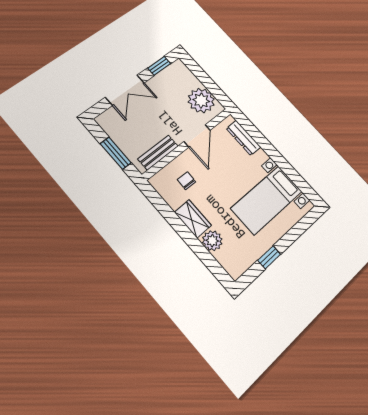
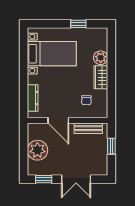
double door: (125, 90) -> (76, 179), swing flipped
plant: (201, 101) -> (37, 150), moved
door: (197, 136) -> (58, 120), swing flipped
window: (116, 153) -> (111, 146), width x0.67

